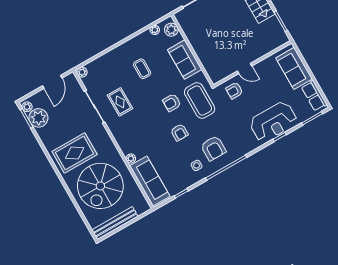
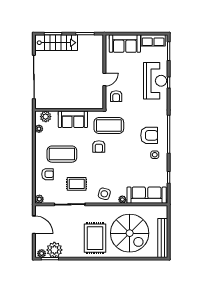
coffee table: (142, 69) -> (62, 154), width x1.86, depth x1.72
armchair: (179, 132) -> (48, 174), moved
side table: (126, 136) -> (104, 194), added

